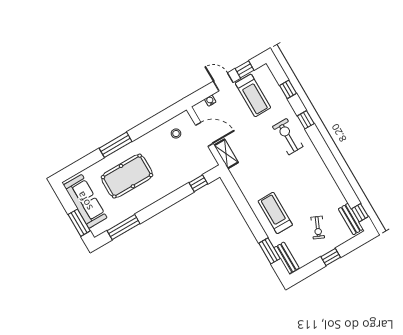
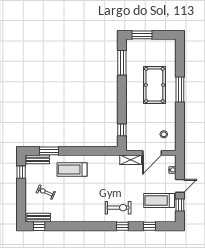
sofa: (85, 201) -> (154, 47), removed
treadmill: (275, 213) -> (72, 170), turned 180
window: (331, 257) -> (21, 172), moved

